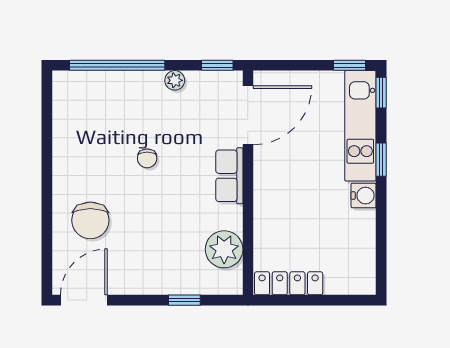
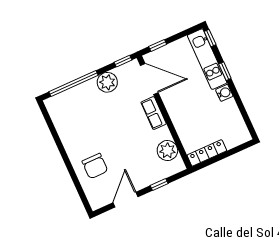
window: (349, 65) -> (158, 45), moved
plant: (175, 80) -> (107, 82), width x1.88, depth x1.88
door: (248, 115) -> (149, 79), hinge flipped
chair: (147, 158) -> (109, 123), removed
door: (84, 300) -> (125, 200), moved

